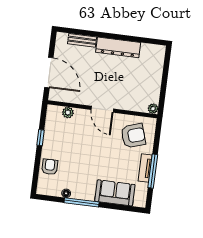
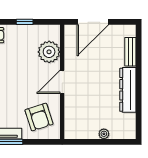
plant: (153, 109) -> (104, 134), moved
plant: (68, 113) -> (49, 52), width x1.87, depth x1.87

